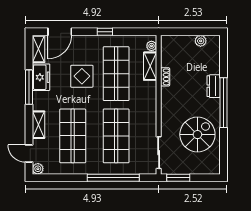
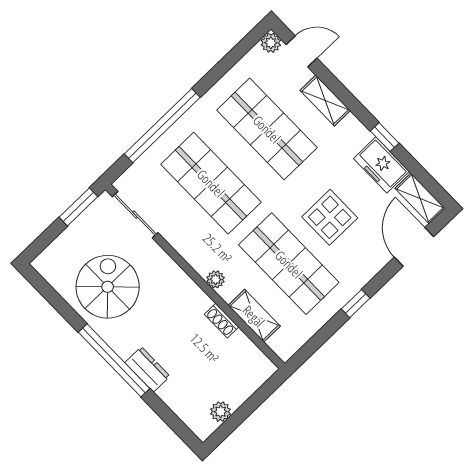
plant: (151, 46) -> (216, 279), moved
window: (29, 87) -> (385, 137), width x0.46
spiral stairs: (197, 135) -> (108, 287), turned 180

